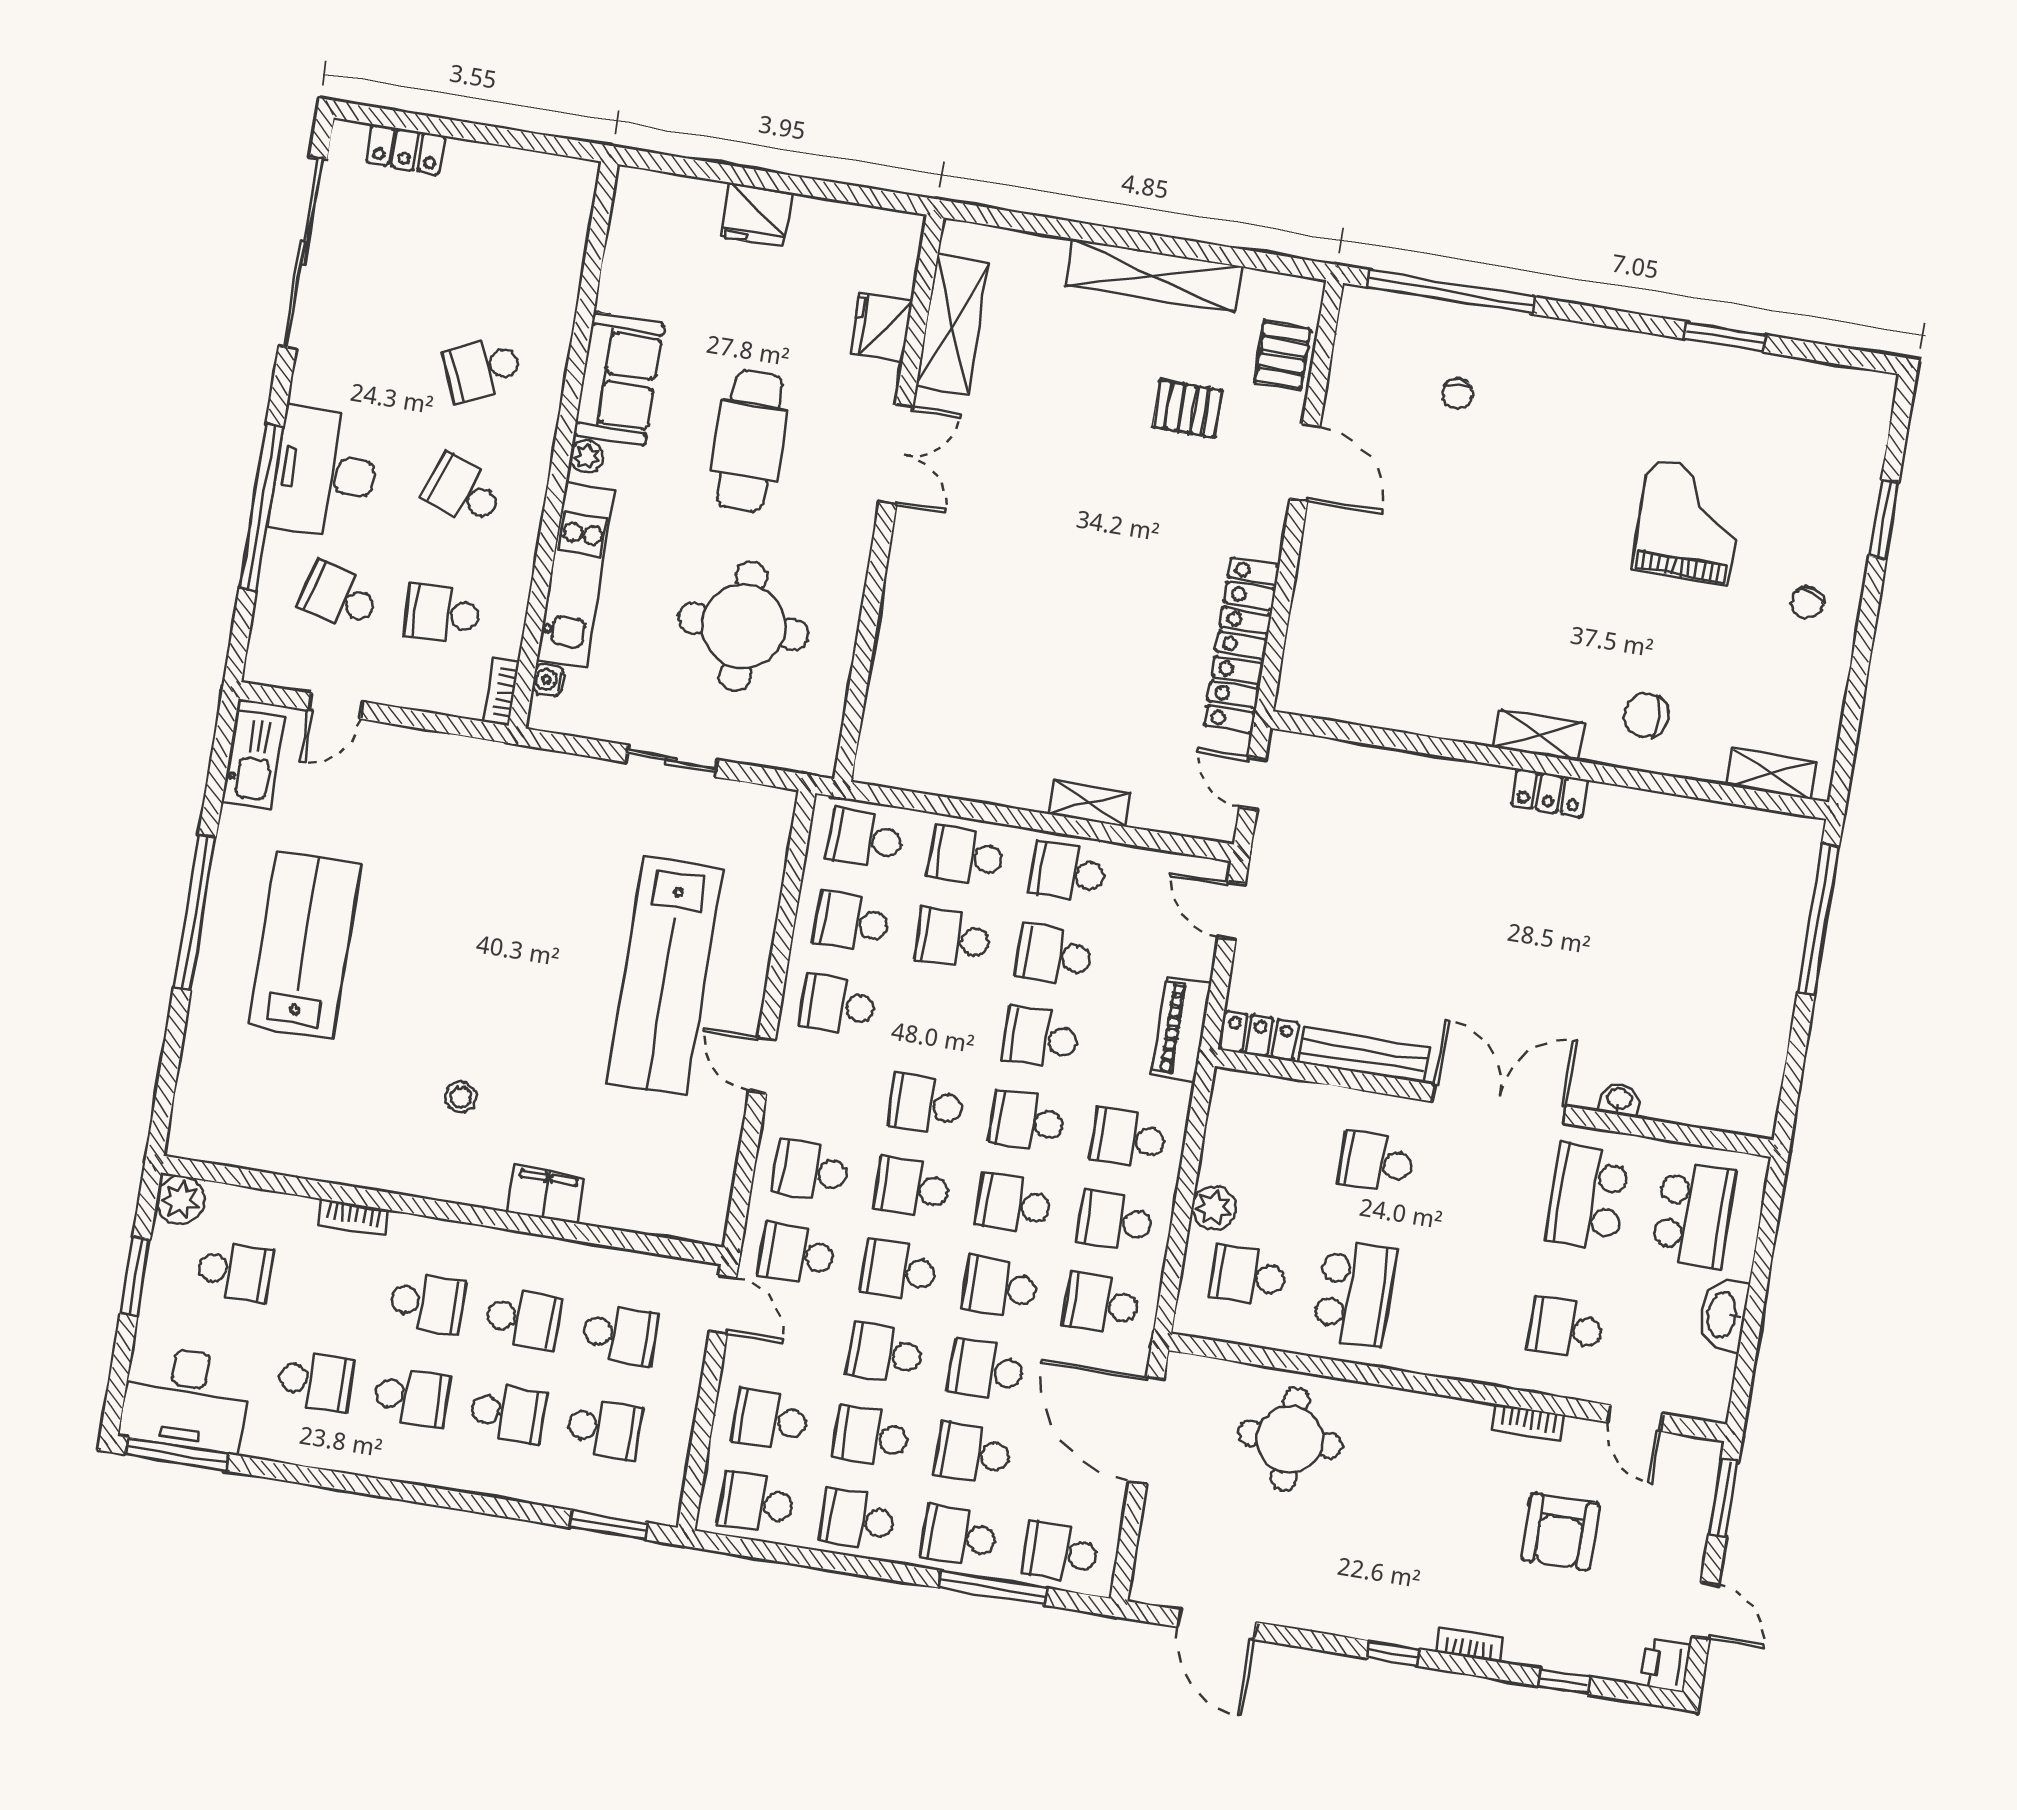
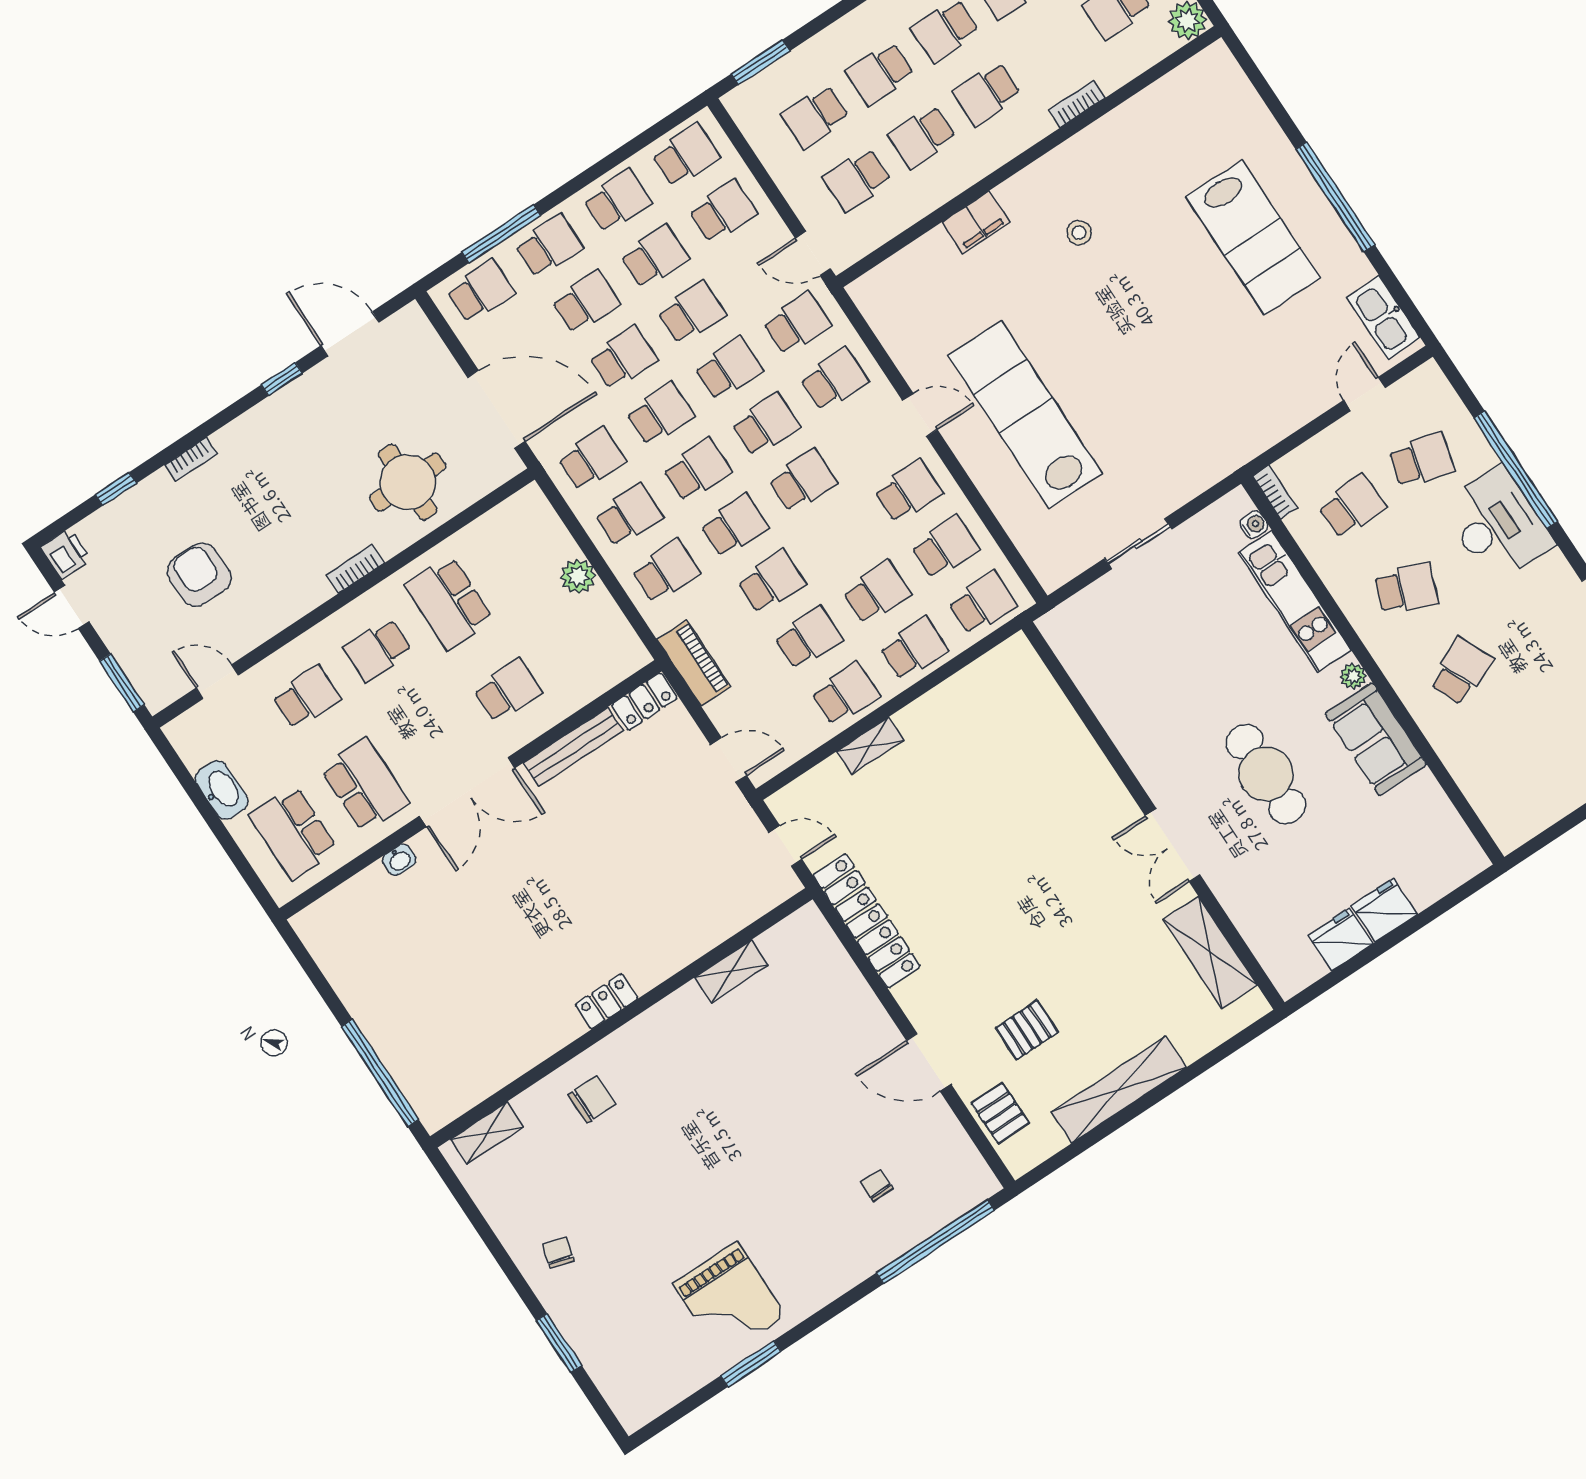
fridge: (881, 327) -> (1341, 940), moved, turned -90
grand piano: (1688, 522) -> (729, 1300), moved
round table: (743, 626) -> (1169, 662), removed
shelving: (1538, 735) -> (732, 971), moved
school desk: (1249, 1276) -> (378, 650), moved, turned 180
bookcase: (1528, 1423) -> (355, 569), moved
window: (1393, 1653) -> (282, 379), moved

